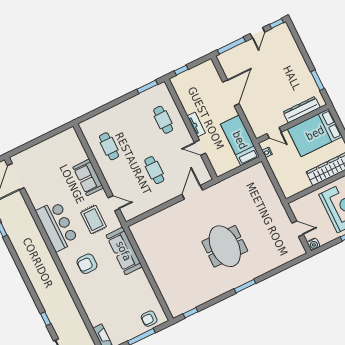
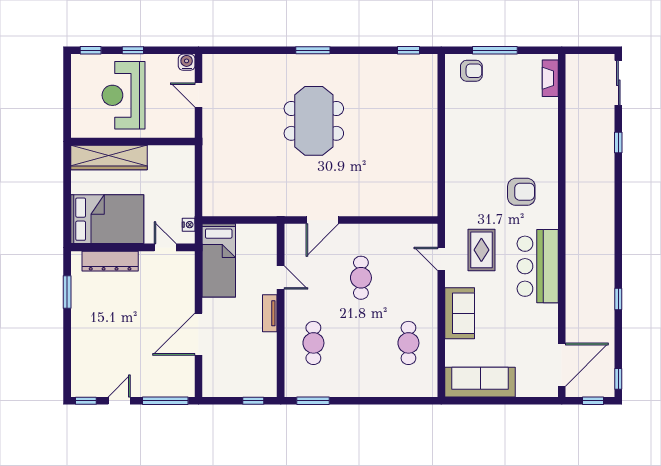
sofa: (124, 251) -> (480, 382), moved, turned -90

